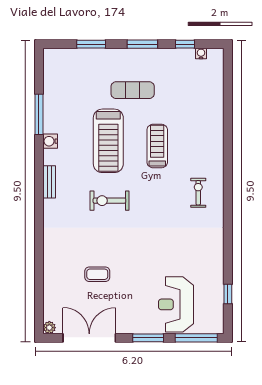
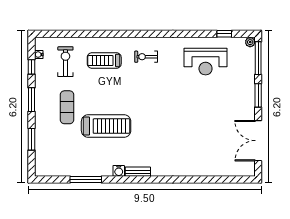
water cooler: (50, 141) -> (119, 171), moved
treadmill: (157, 146) -> (104, 61), moved
exercise bike: (109, 201) -> (65, 62), moved, turned 180
coffee table: (97, 274) -> (209, 135), removed
reception desk: (176, 304) -> (206, 62), moved
plant: (49, 328) -> (250, 42), moved

